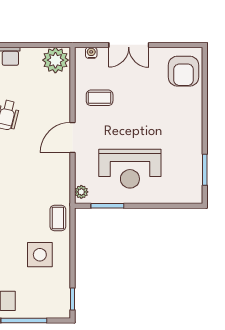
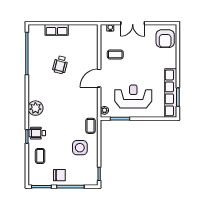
plant: (55, 60) -> (89, 32), removed
row of seats: (193, 163) -> (171, 93), added
reception desk: (130, 169) -> (133, 97), turned 180

